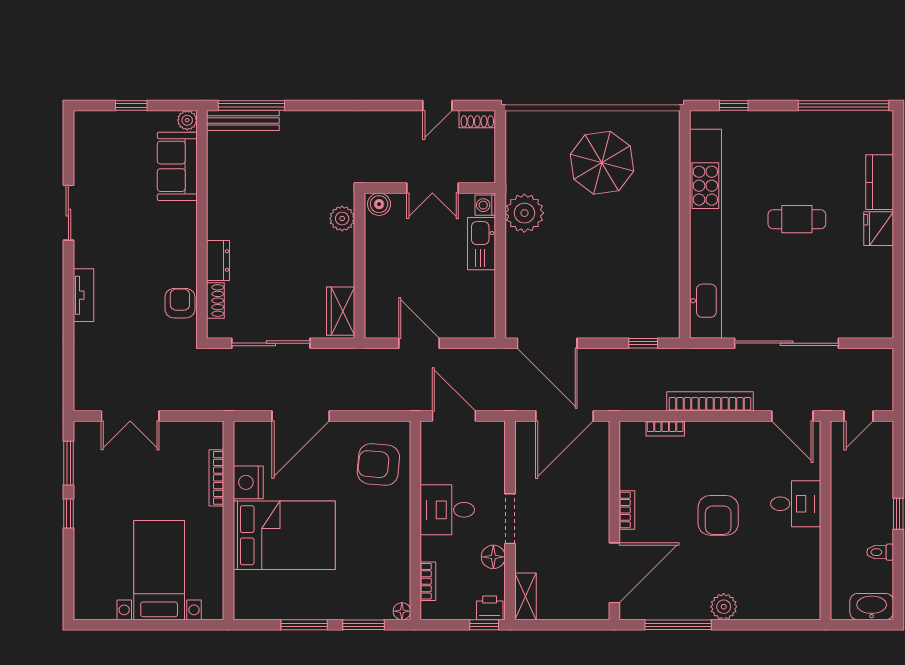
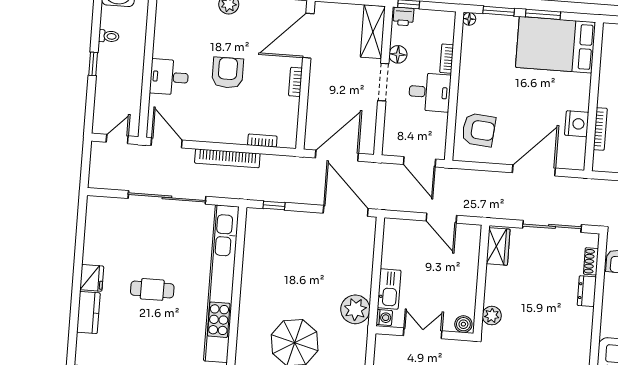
bed: (284, 535) -> (556, 45), moved
bookcase: (428, 581) -> (447, 59), moved
shelving: (525, 596) -> (373, 32), width x1.50, depth x1.33

